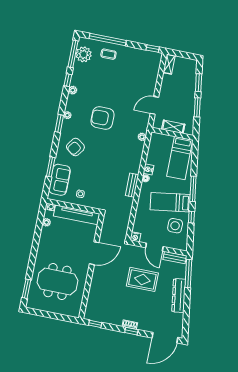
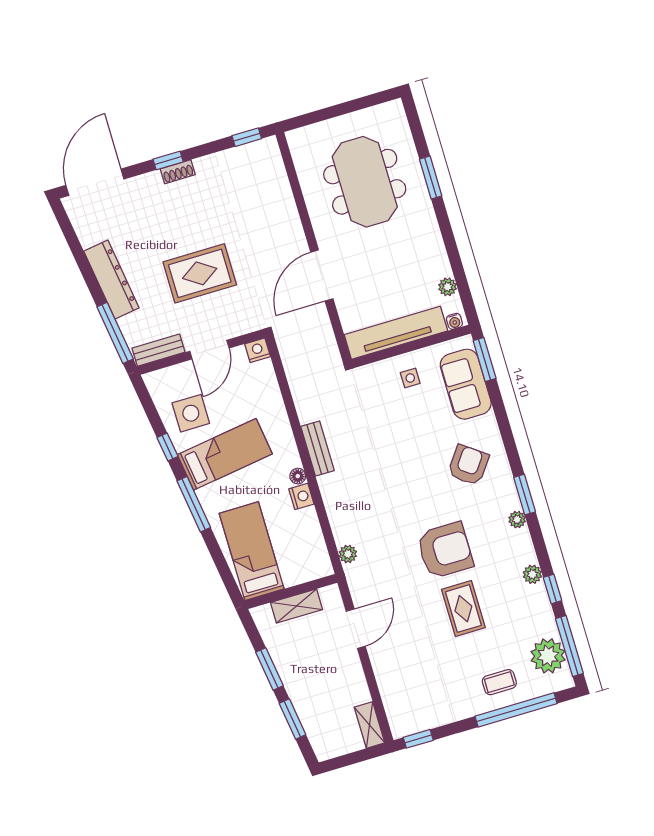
rug: (107, 91) -> (463, 609), added
window: (51, 167) -> (485, 360), moved
door: (154, 247) -> (209, 350), swing flipped
meeting table: (57, 281) -> (365, 182), turned 90
window: (26, 289) -> (431, 178), moved

